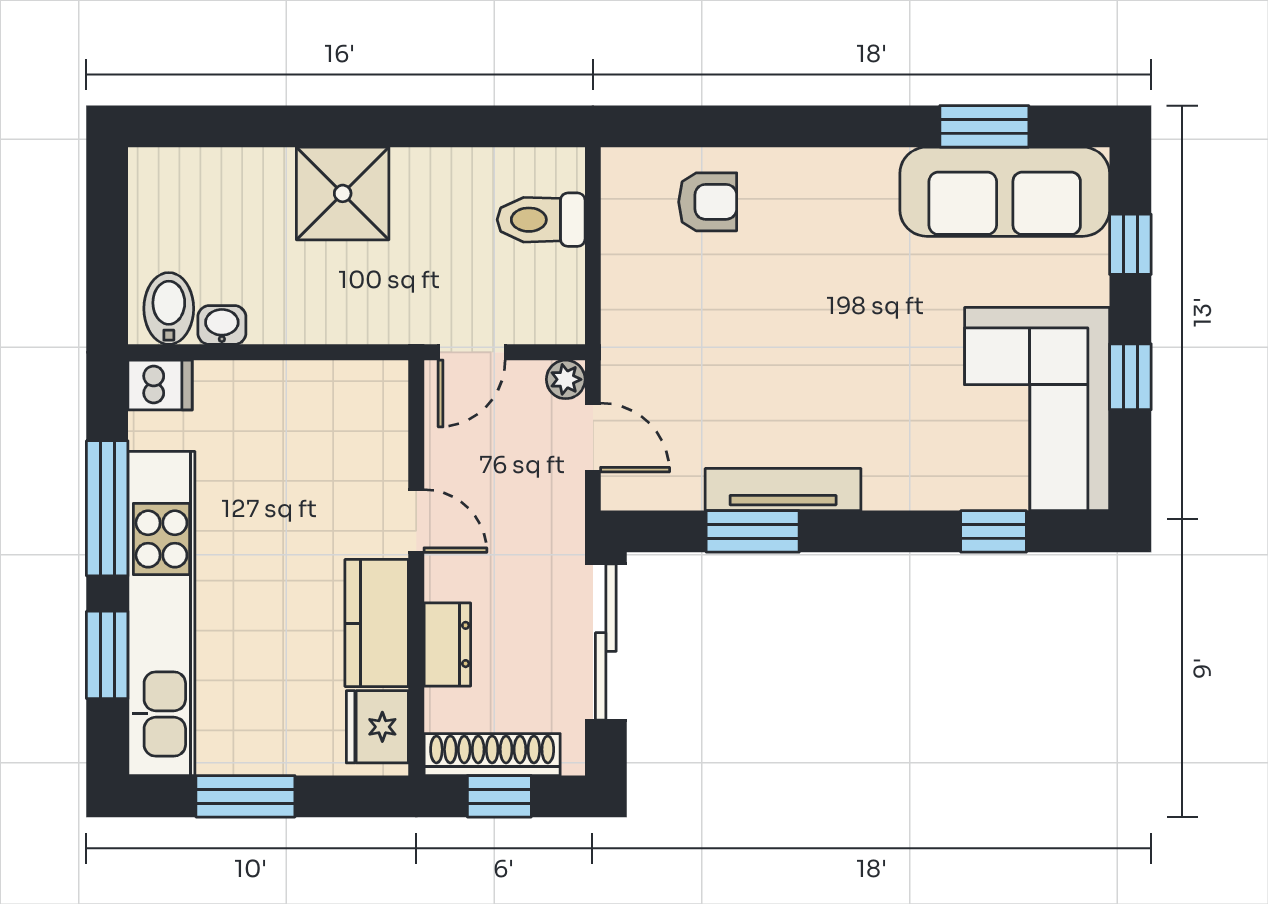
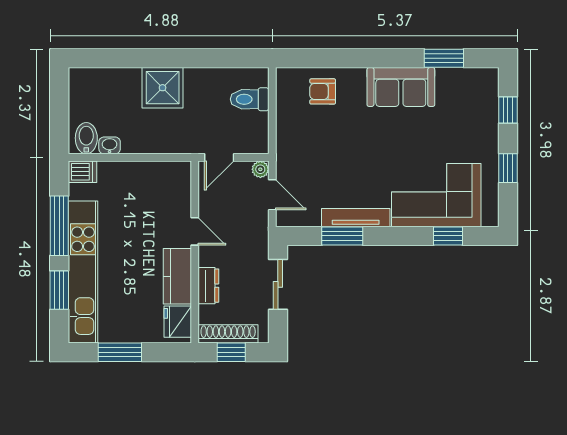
sofa: (1005, 192) -> (401, 87), moved, width x0.73
armchair: (708, 202) -> (323, 91), turned 180
corner sofa: (1037, 409) -> (436, 195), moved, turned 90
sliding door: (606, 642) -> (278, 284), width x0.73

